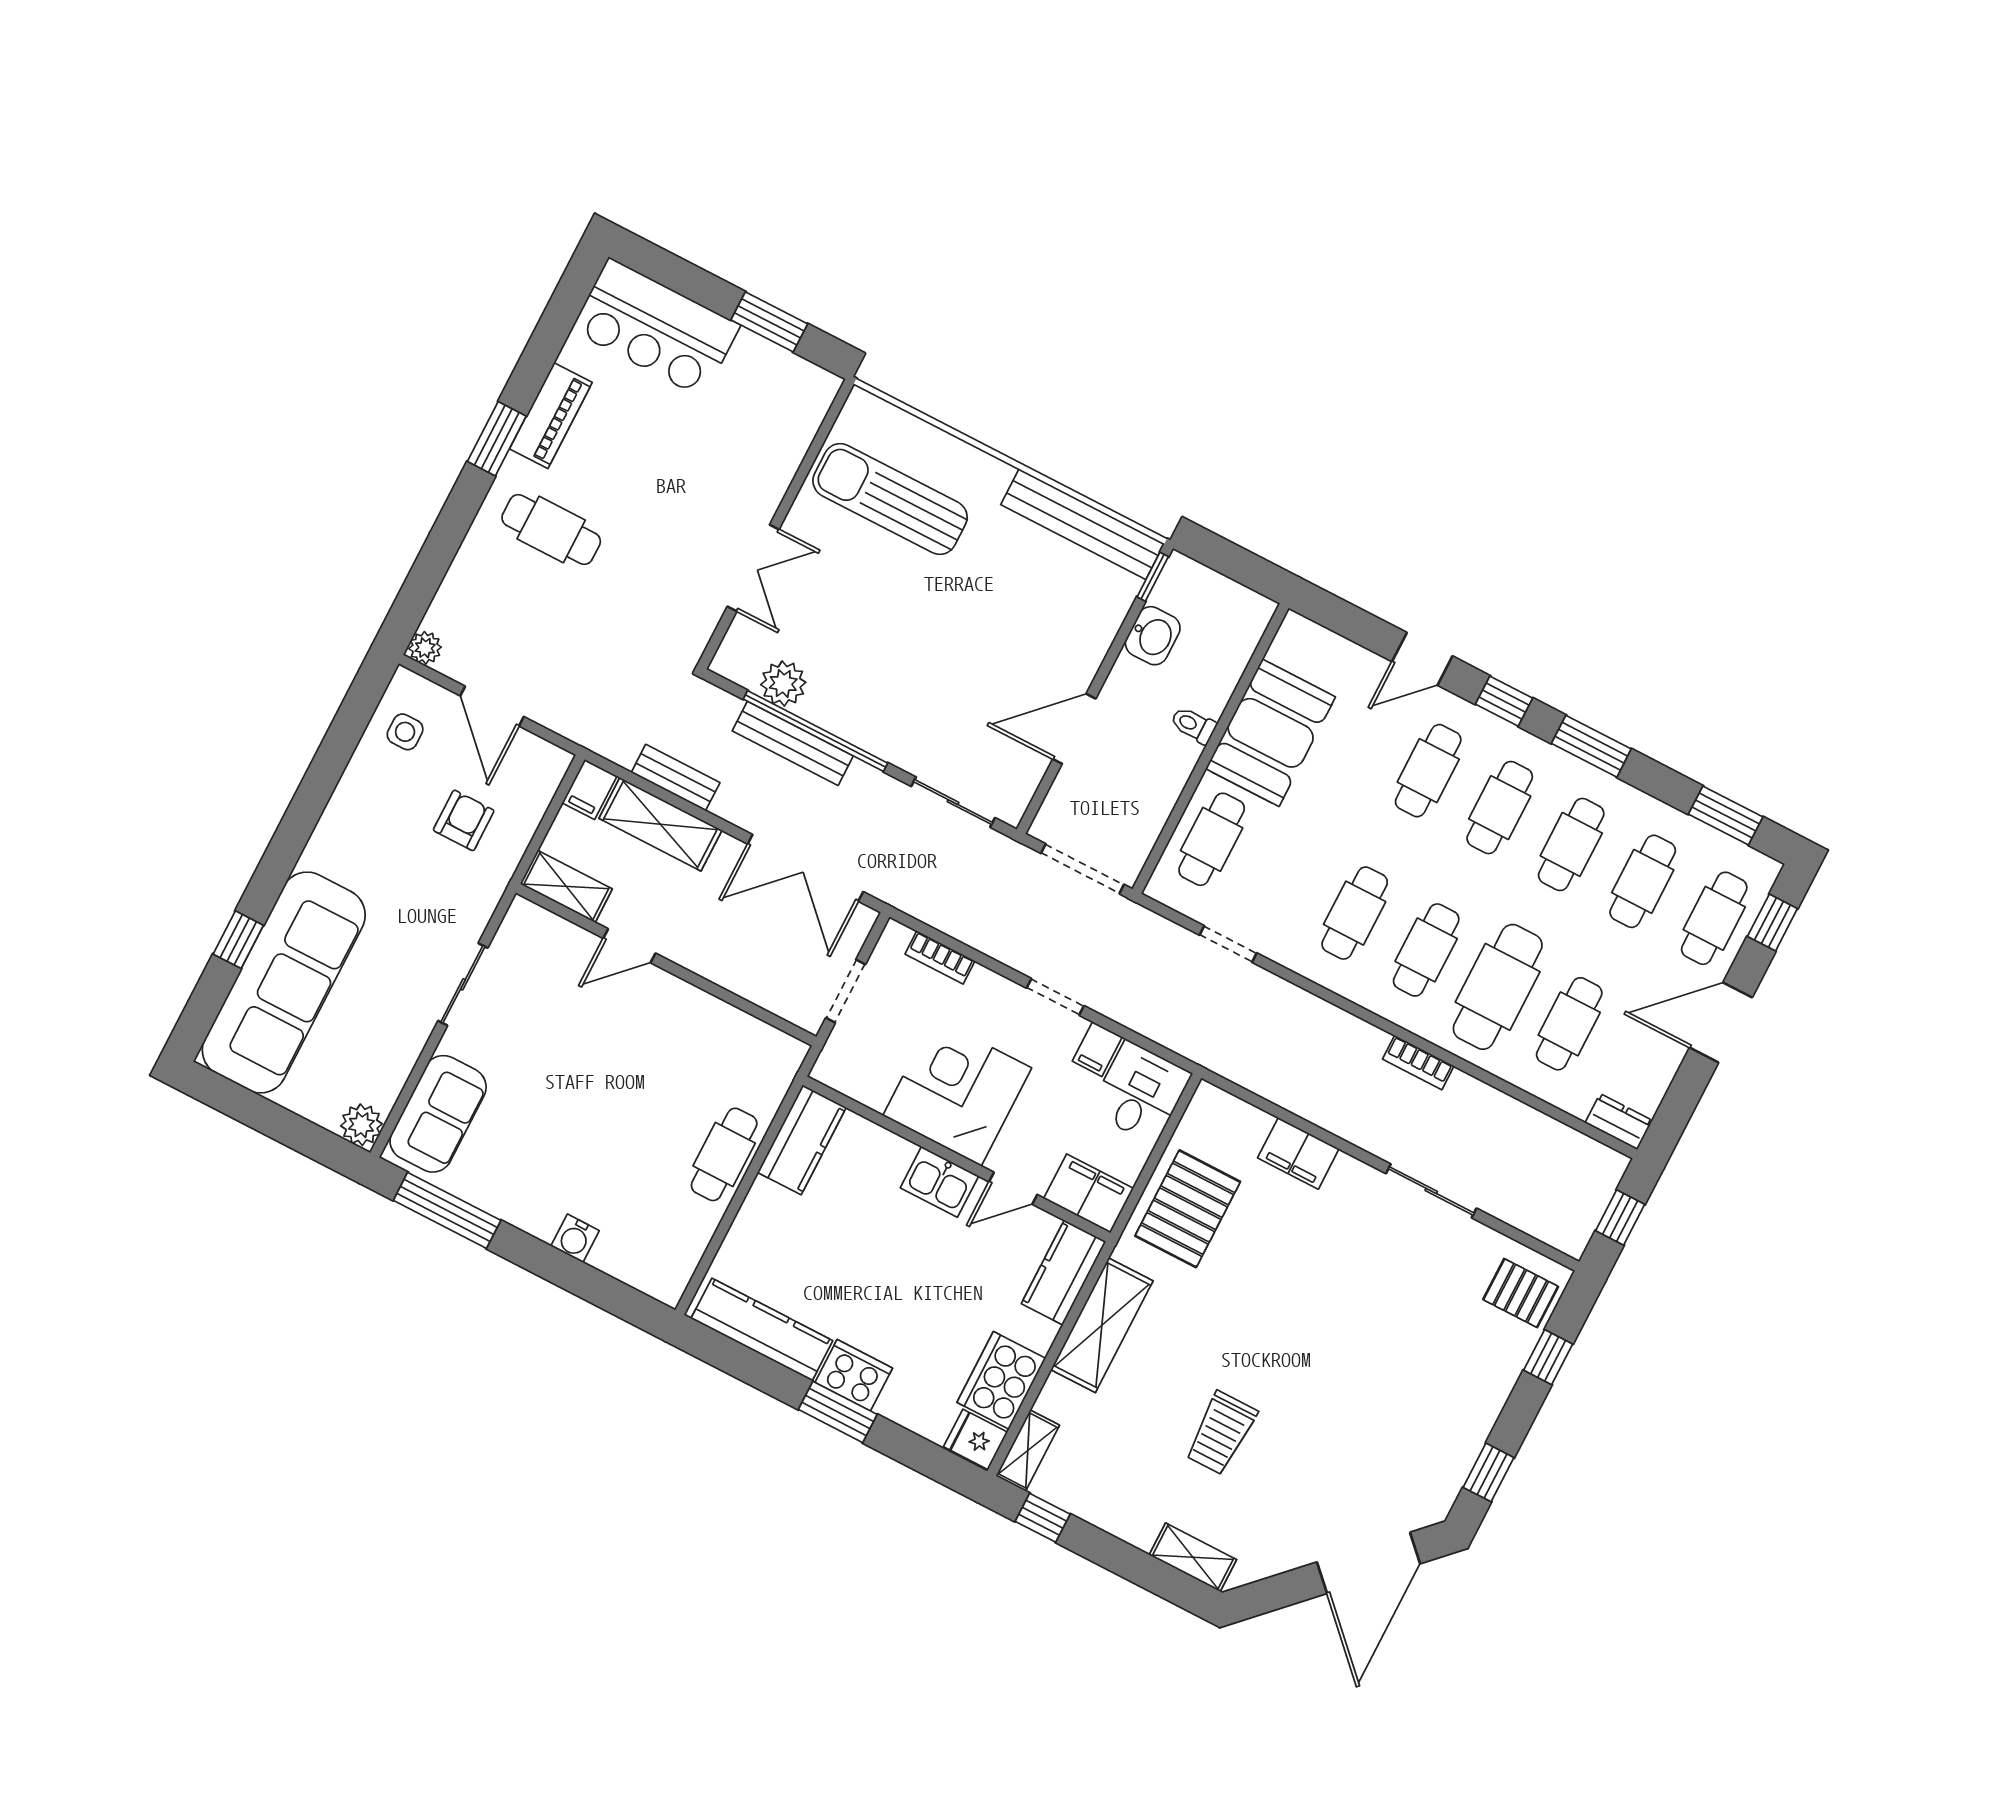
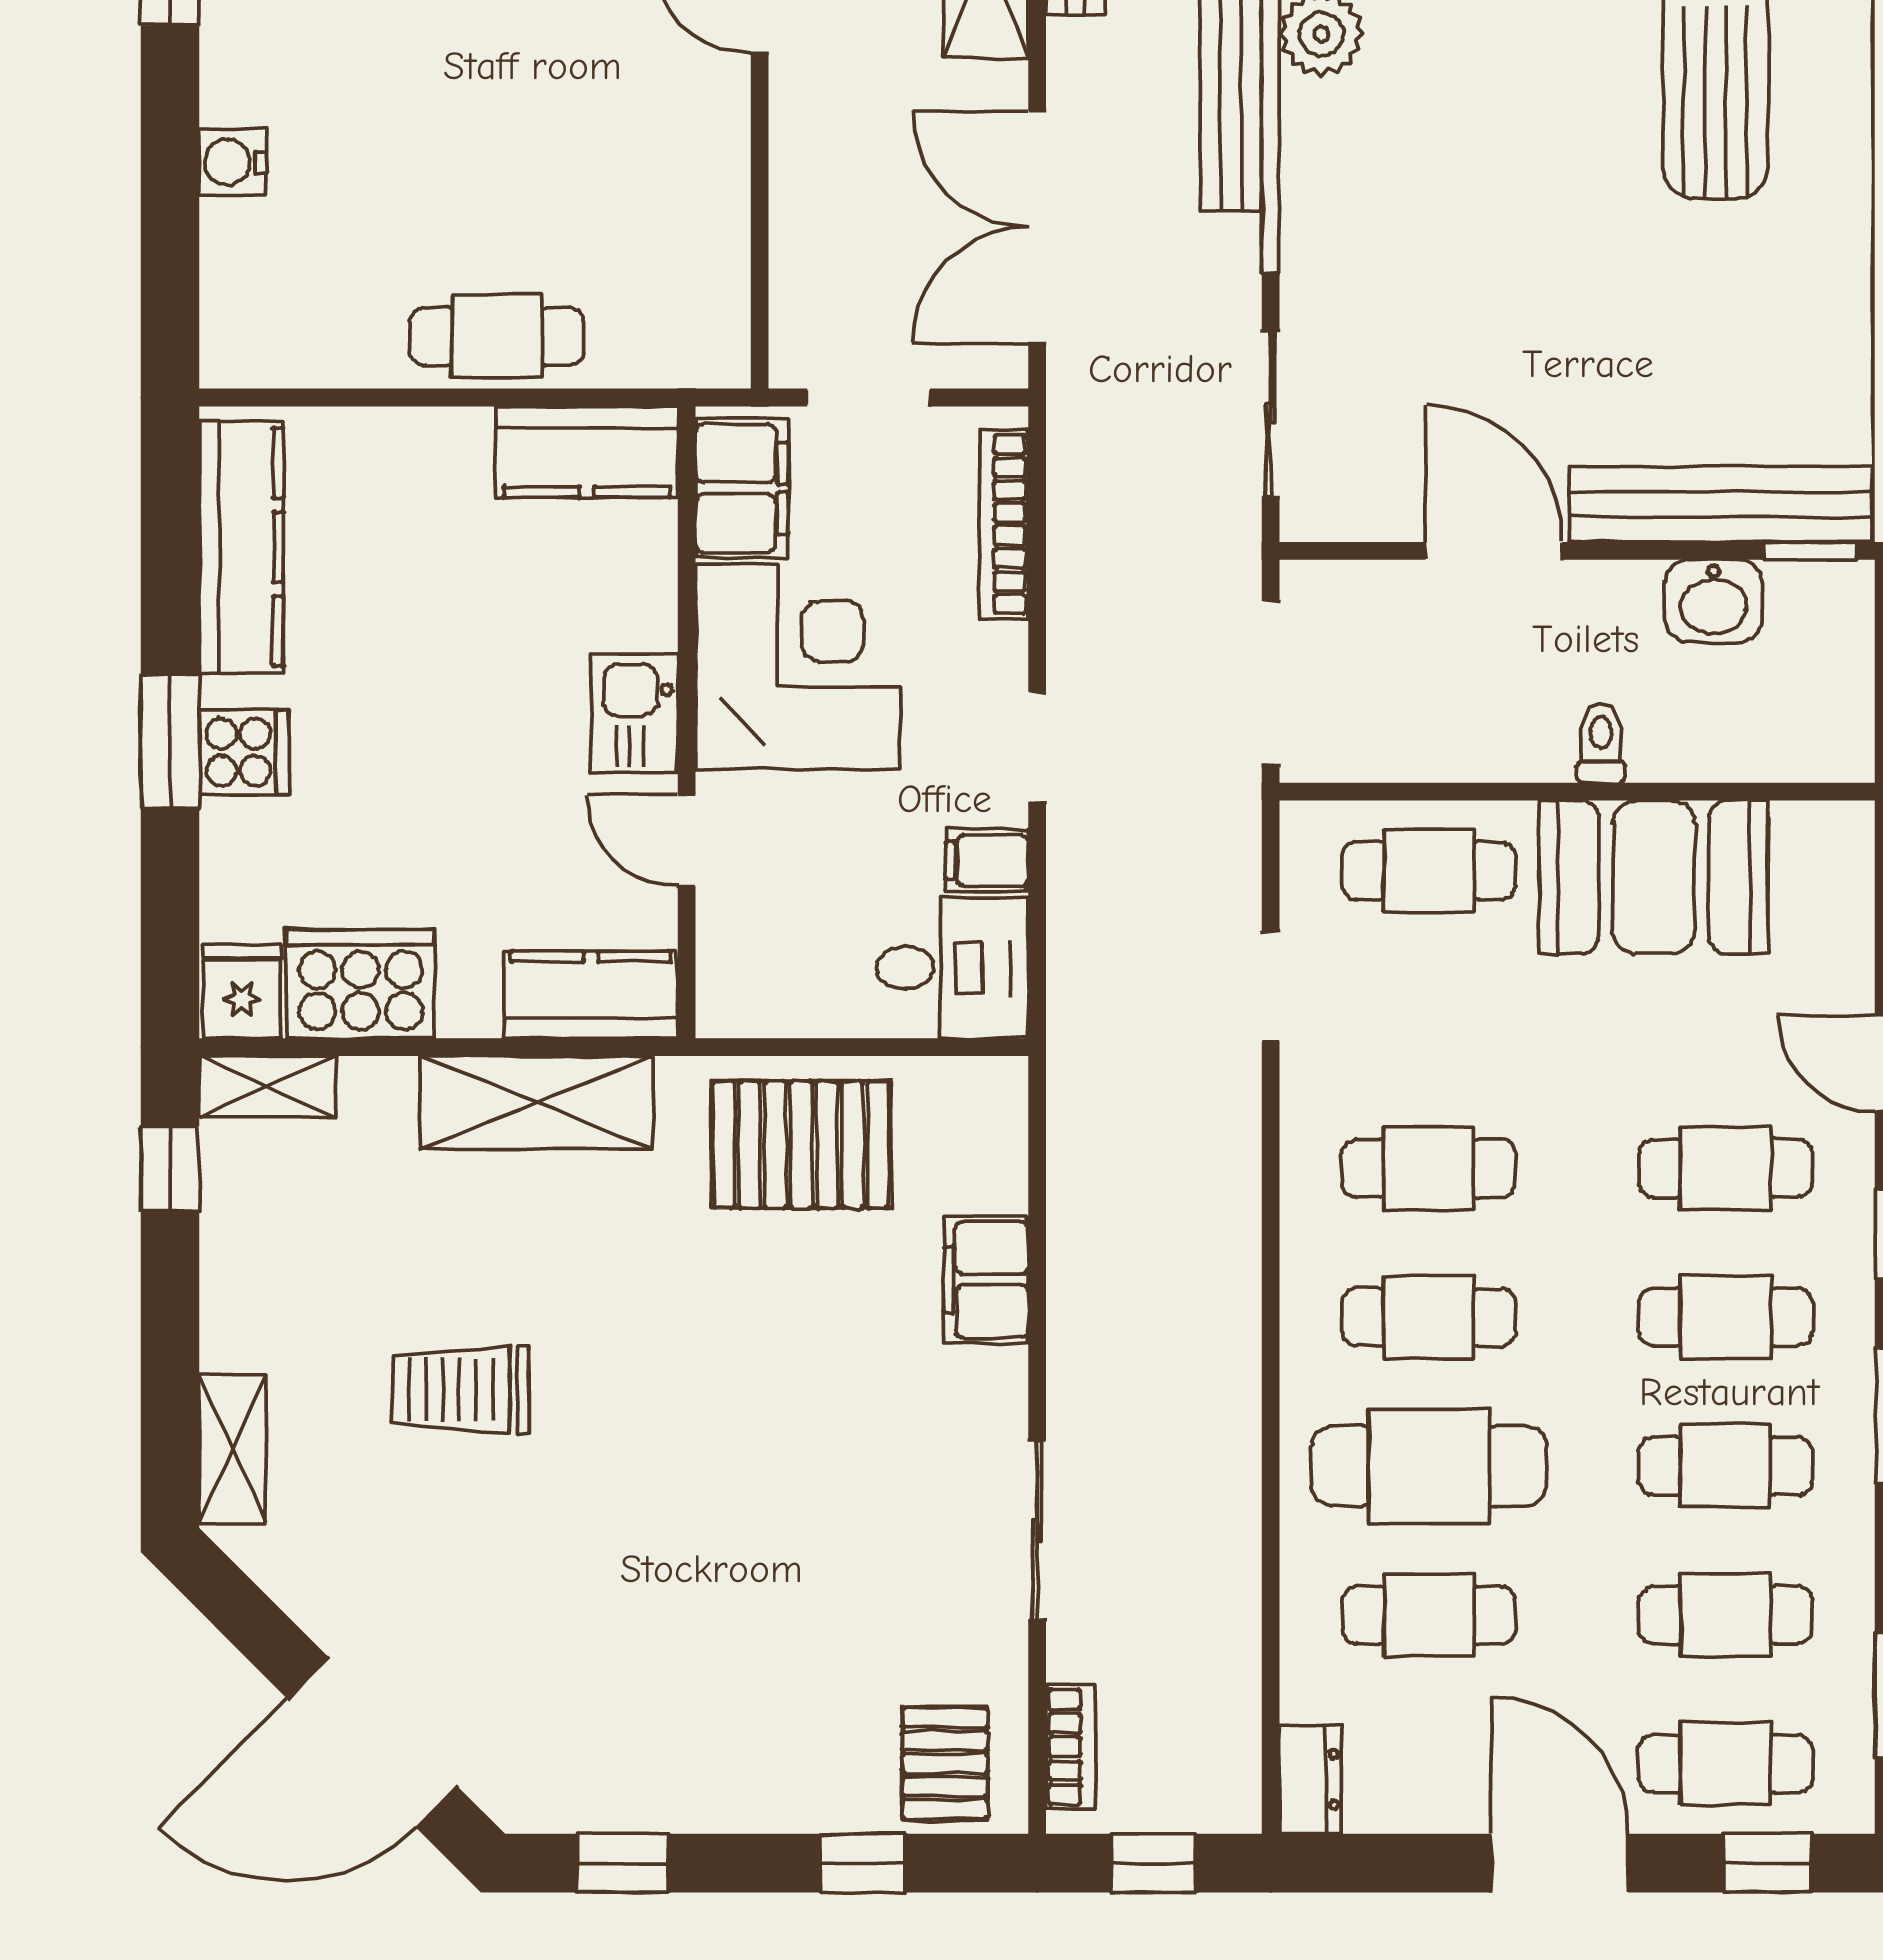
bench: (1082, 524) -> (1720, 504), moved, turned 90
bookcase: (940, 957) -> (1004, 524), width x1.56
bookcase: (1418, 1063) -> (1071, 1747), moved, turned 180
filing cabinet: (1088, 1193) -> (742, 488), moved
cooker: (854, 1375) -> (244, 752), width x0.73

